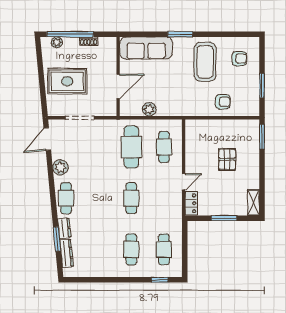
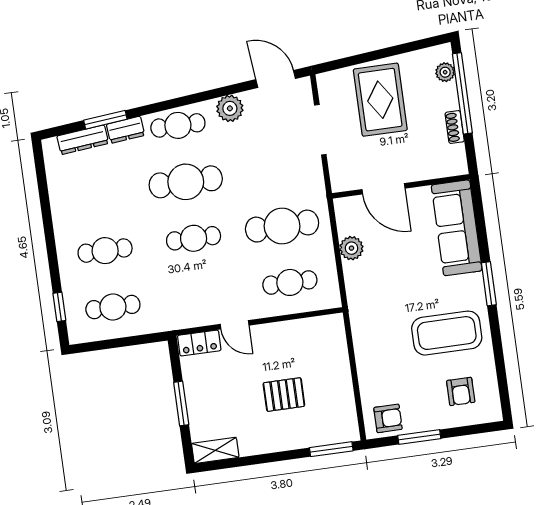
armchair: (223, 102) -> (388, 418), moved, turned -90
cafe table: (99, 198) -> (186, 182), added

